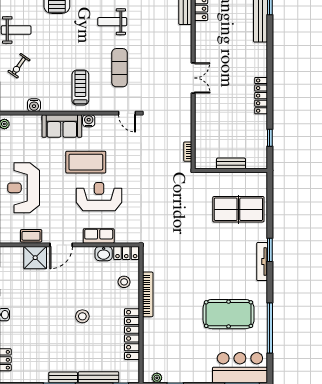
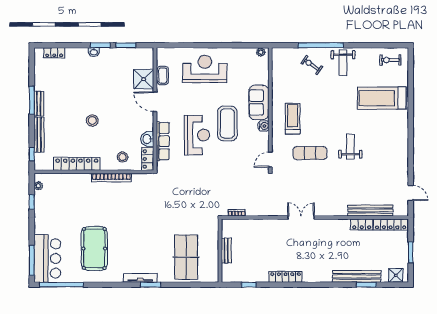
double door: (193, 78) -> (301, 218), swing flipped
treadmill: (80, 88) -> (293, 119), turned -90
water cooler: (34, 105) -> (277, 78), removed
row of seats: (99, 236) -> (163, 141), width x1.48
window: (270, 328) -> (61, 285), moved

